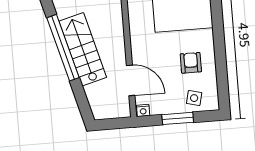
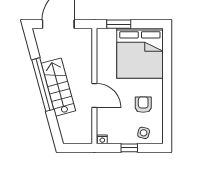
door: (131, 80) -> (94, 95), moved
window: (178, 118) -> (129, 148), width x0.67

